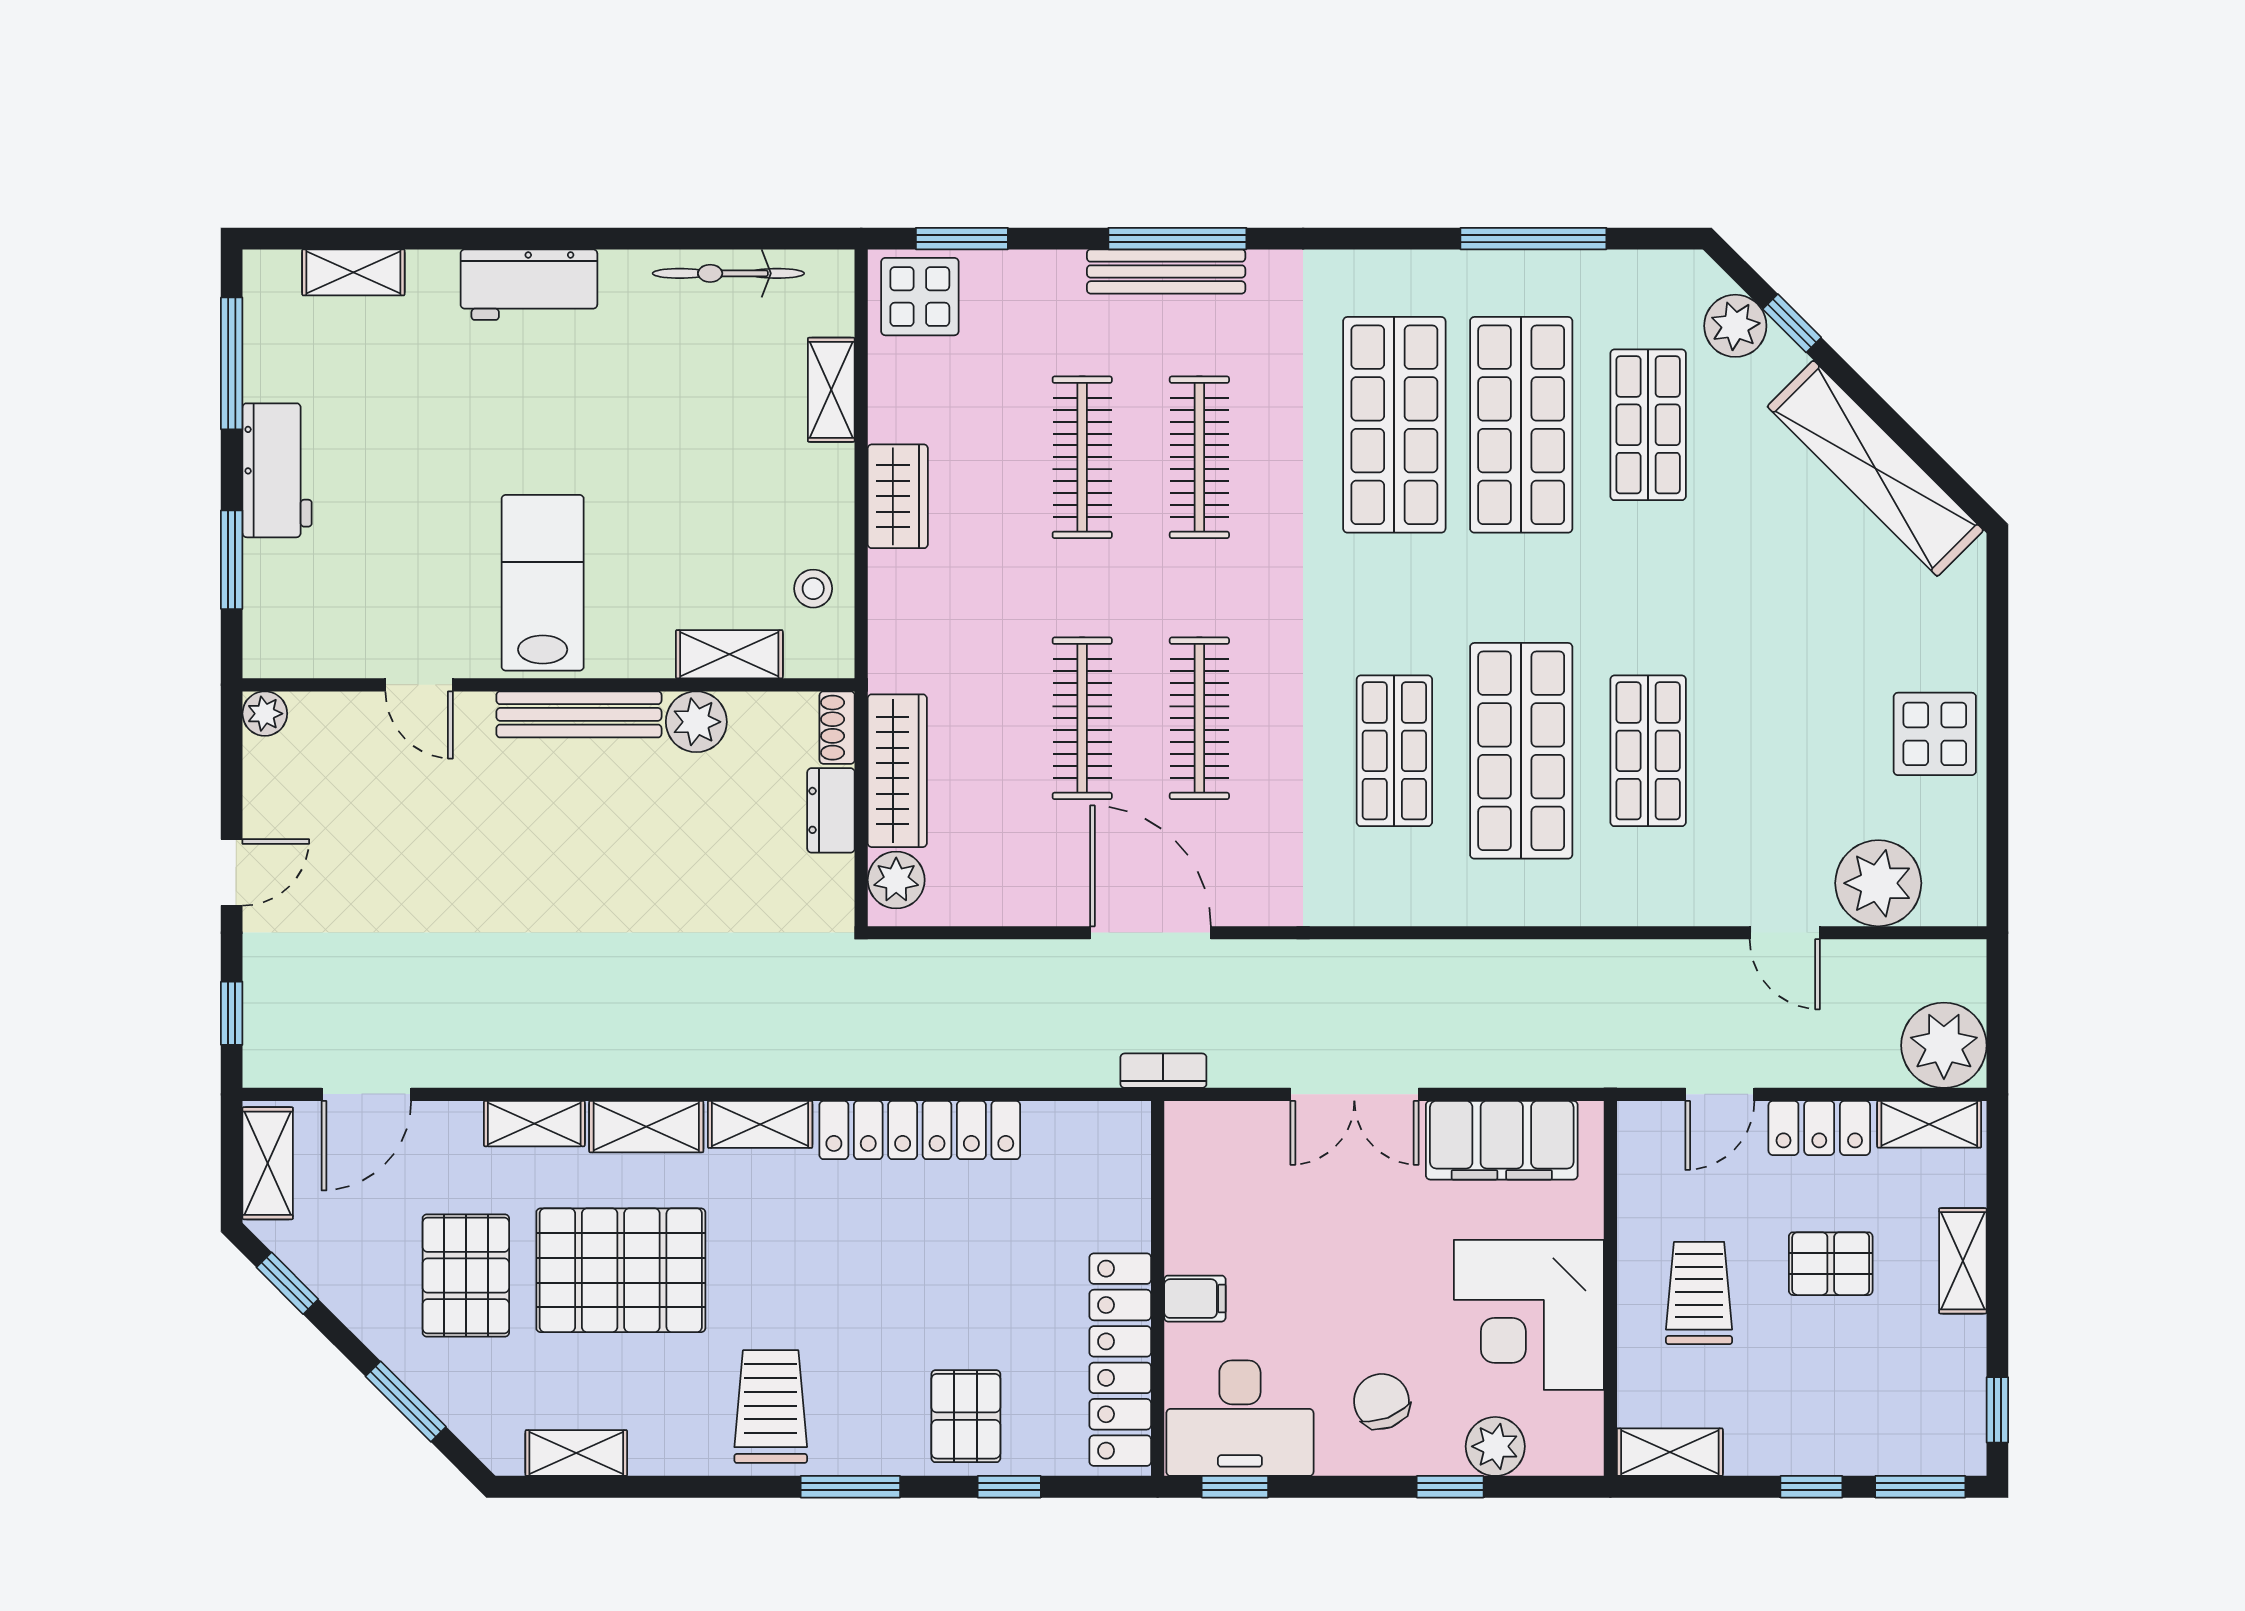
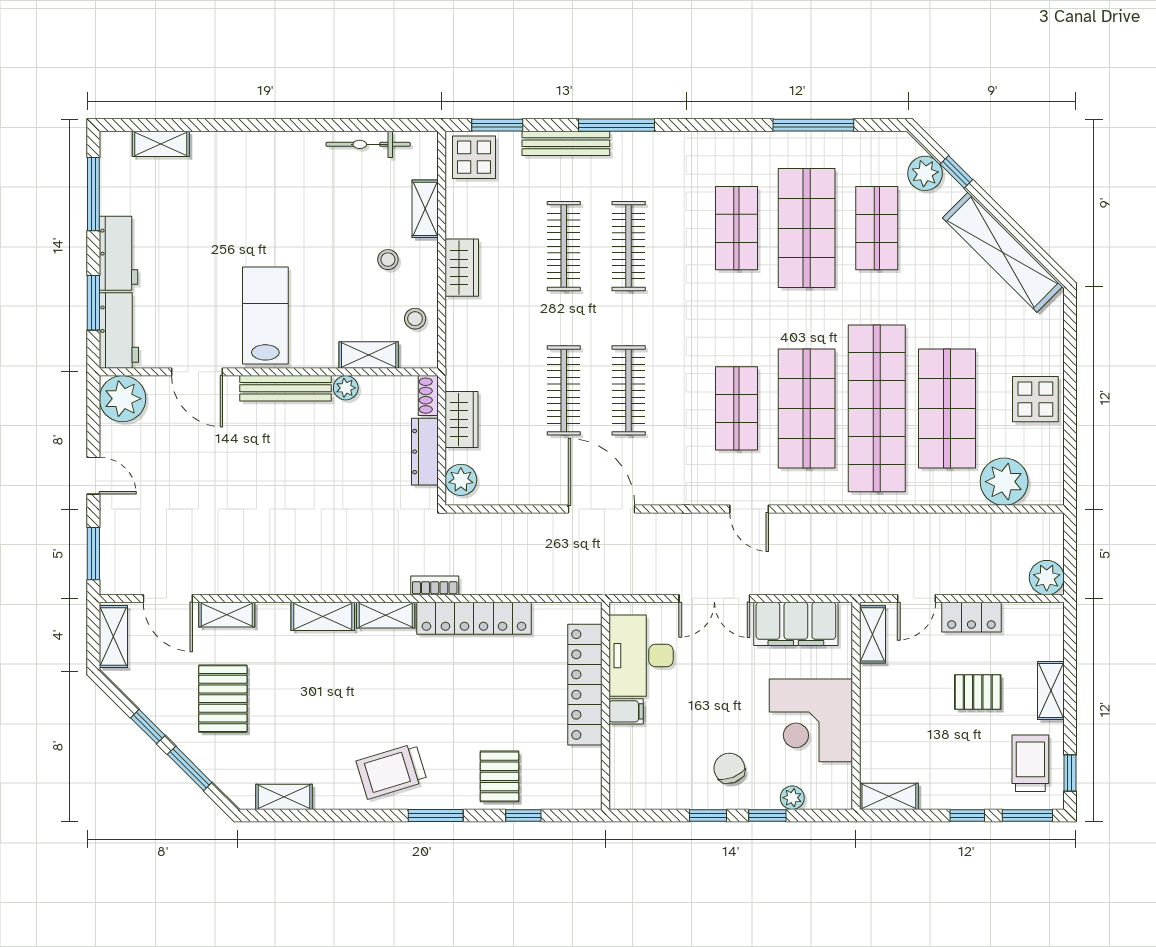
bench: (1166, 271) -> (566, 143), moved
workbench: (529, 285) -> (119, 331), moved, turned -90
shop shelf: (1394, 425) -> (736, 228), width x0.70, depth x0.74
stool: (764, 482) -> (388, 260), added
door: (419, 685) -> (197, 372), width x1.38
plant: (265, 714) -> (123, 399), width x1.88, depth x1.88
plant: (696, 722) -> (346, 388), width x0.73, depth x0.73
shop shelf: (1648, 751) -> (877, 408), width x2.00, depth x1.36
shop shelf: (1775, 751) -> (947, 408), added
wardrobe: (897, 771) -> (462, 419), width x0.67
dresser: (831, 810) -> (425, 452), width x1.44
door: (232, 872) -> (93, 476), hinge flipped
door: (1785, 933) -> (749, 509), moved
window: (232, 1013) -> (93, 554), width x1.50
plant: (1944, 1045) -> (1047, 578), width x0.73, depth x0.73
bookcase: (1163, 1071) -> (435, 585), moved
door: (366, 1094) -> (168, 598), hinge flipped
shelving: (534, 1124) -> (227, 615), moved
shelving: (1929, 1124) -> (872, 634), moved, turned 90
pallet: (621, 1270) -> (309, 696), removed
window: (287, 1283) -> (148, 727), moved
trolley: (1699, 1293) -> (1030, 763), moved
locker: (1120, 1360) -> (585, 685), moved
trolley: (771, 1407) -> (392, 771), turned -107
desk: (1240, 1418) -> (641, 656), moved, turned 90
plant: (1495, 1446) -> (792, 798), width x0.73, depth x0.73
window: (1235, 1487) -> (708, 815), moved

